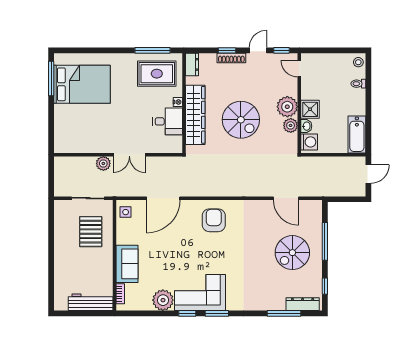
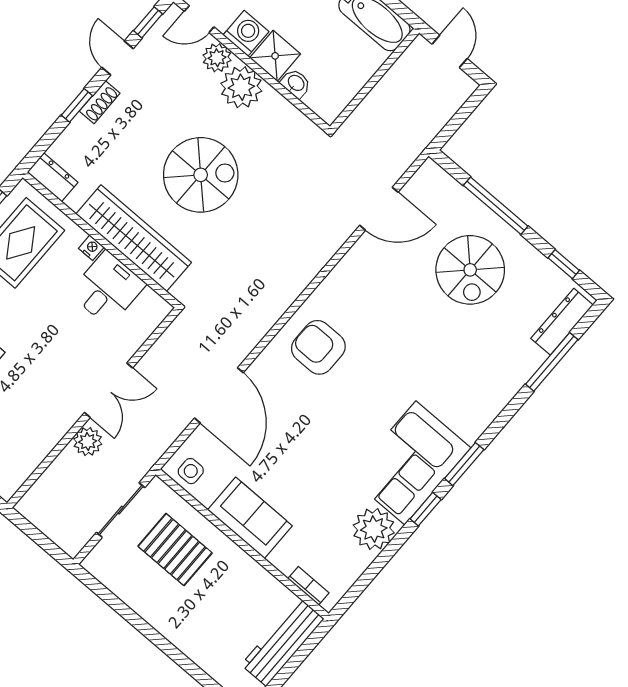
shoe rack: (231, 58) -> (100, 102), width x0.70
plant: (291, 125) -> (217, 58), moved
washing machine: (309, 142) -> (246, 33), moved
sofa: (127, 264) -> (250, 518), moved

